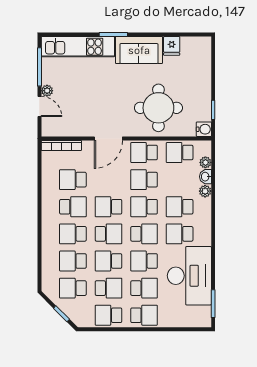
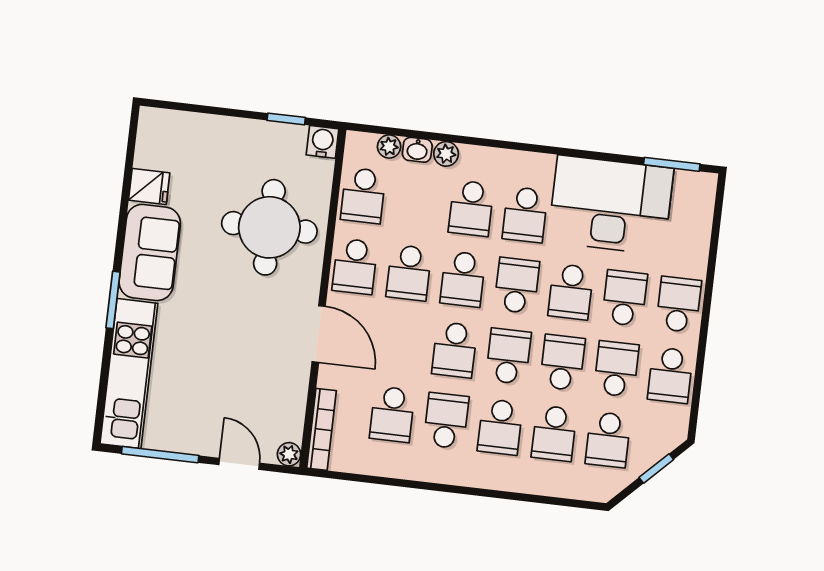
plant: (47, 91) -> (289, 454), moved
door: (39, 107) -> (239, 464), hinge flipped
school desk: (108, 261) -> (562, 363), turned 180

